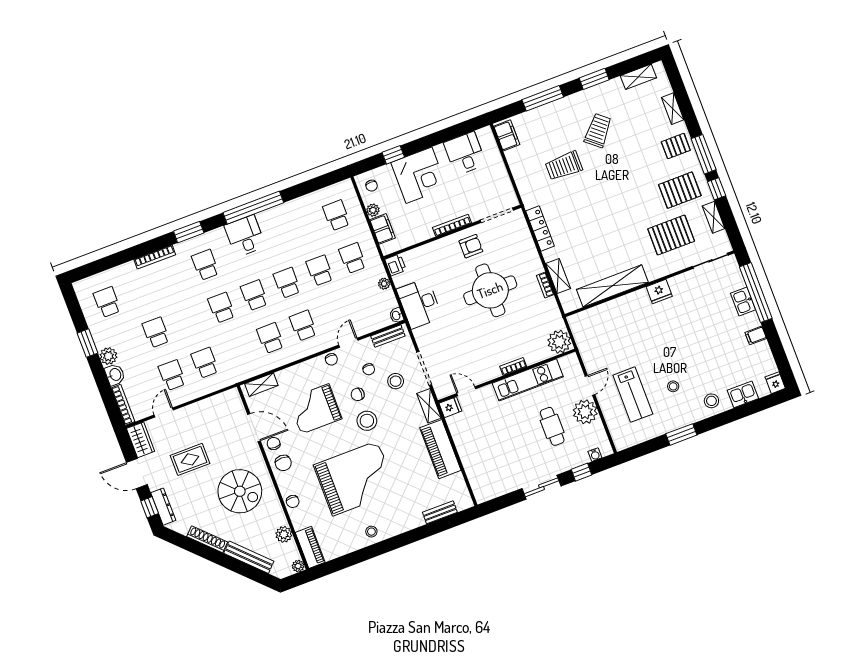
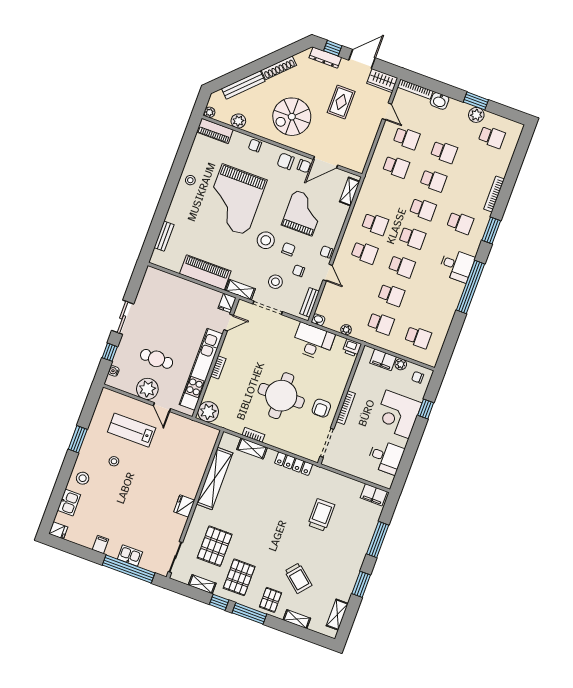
trolley: (598, 131) -> (298, 578), moved
school desk: (189, 320) -> (433, 181), added
plant: (108, 356) -> (476, 115), moved
kitchen unit: (528, 380) -> (201, 369), width x1.36

